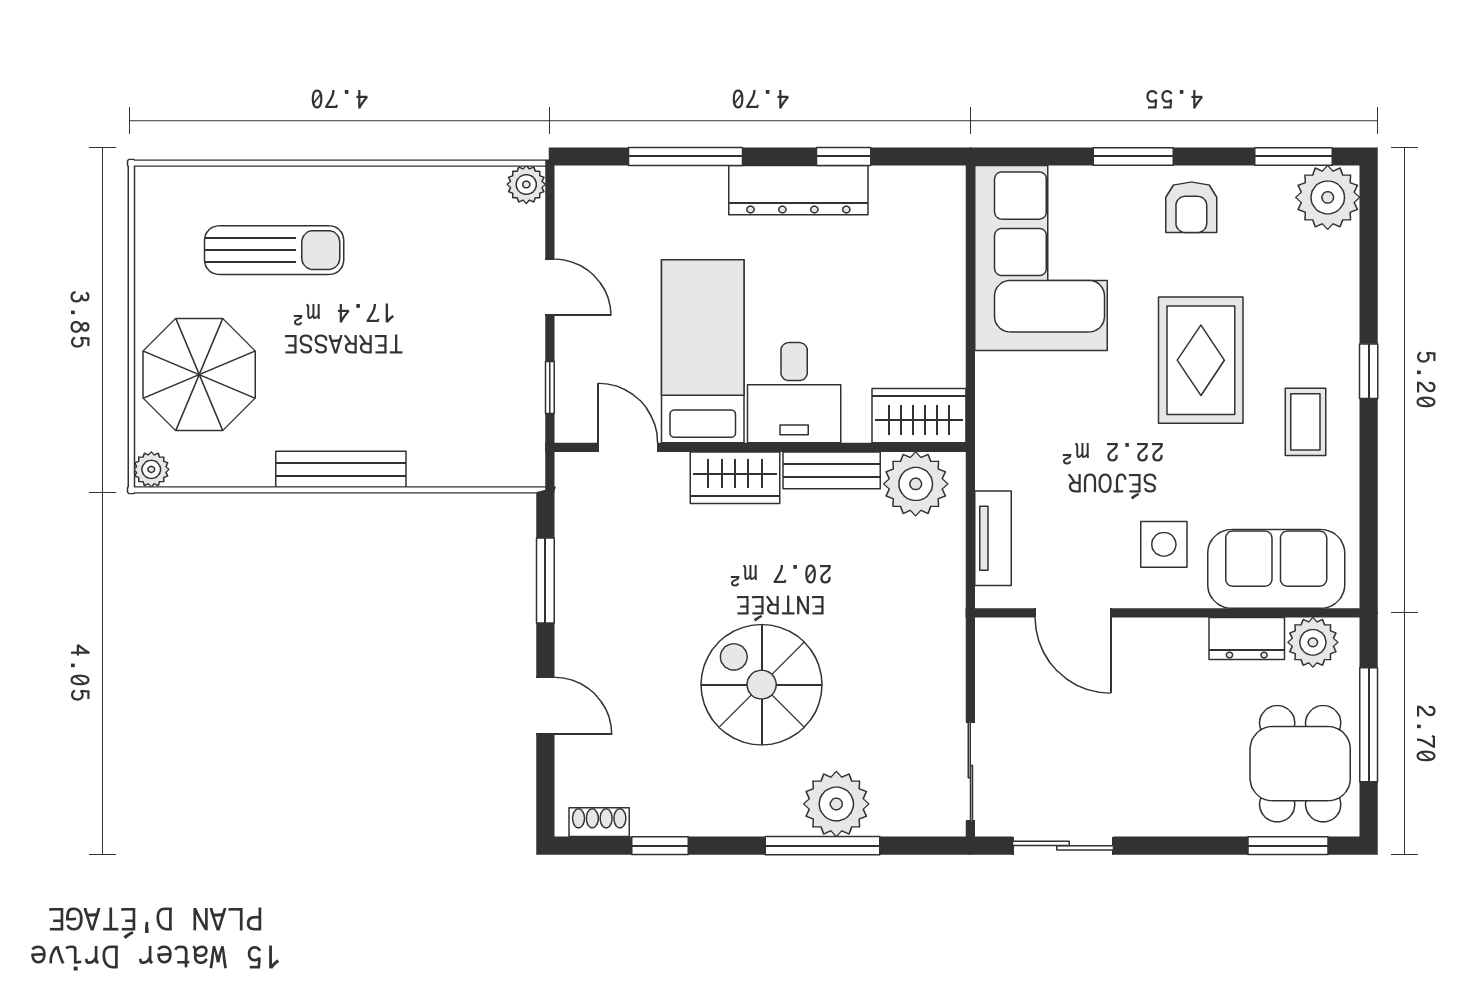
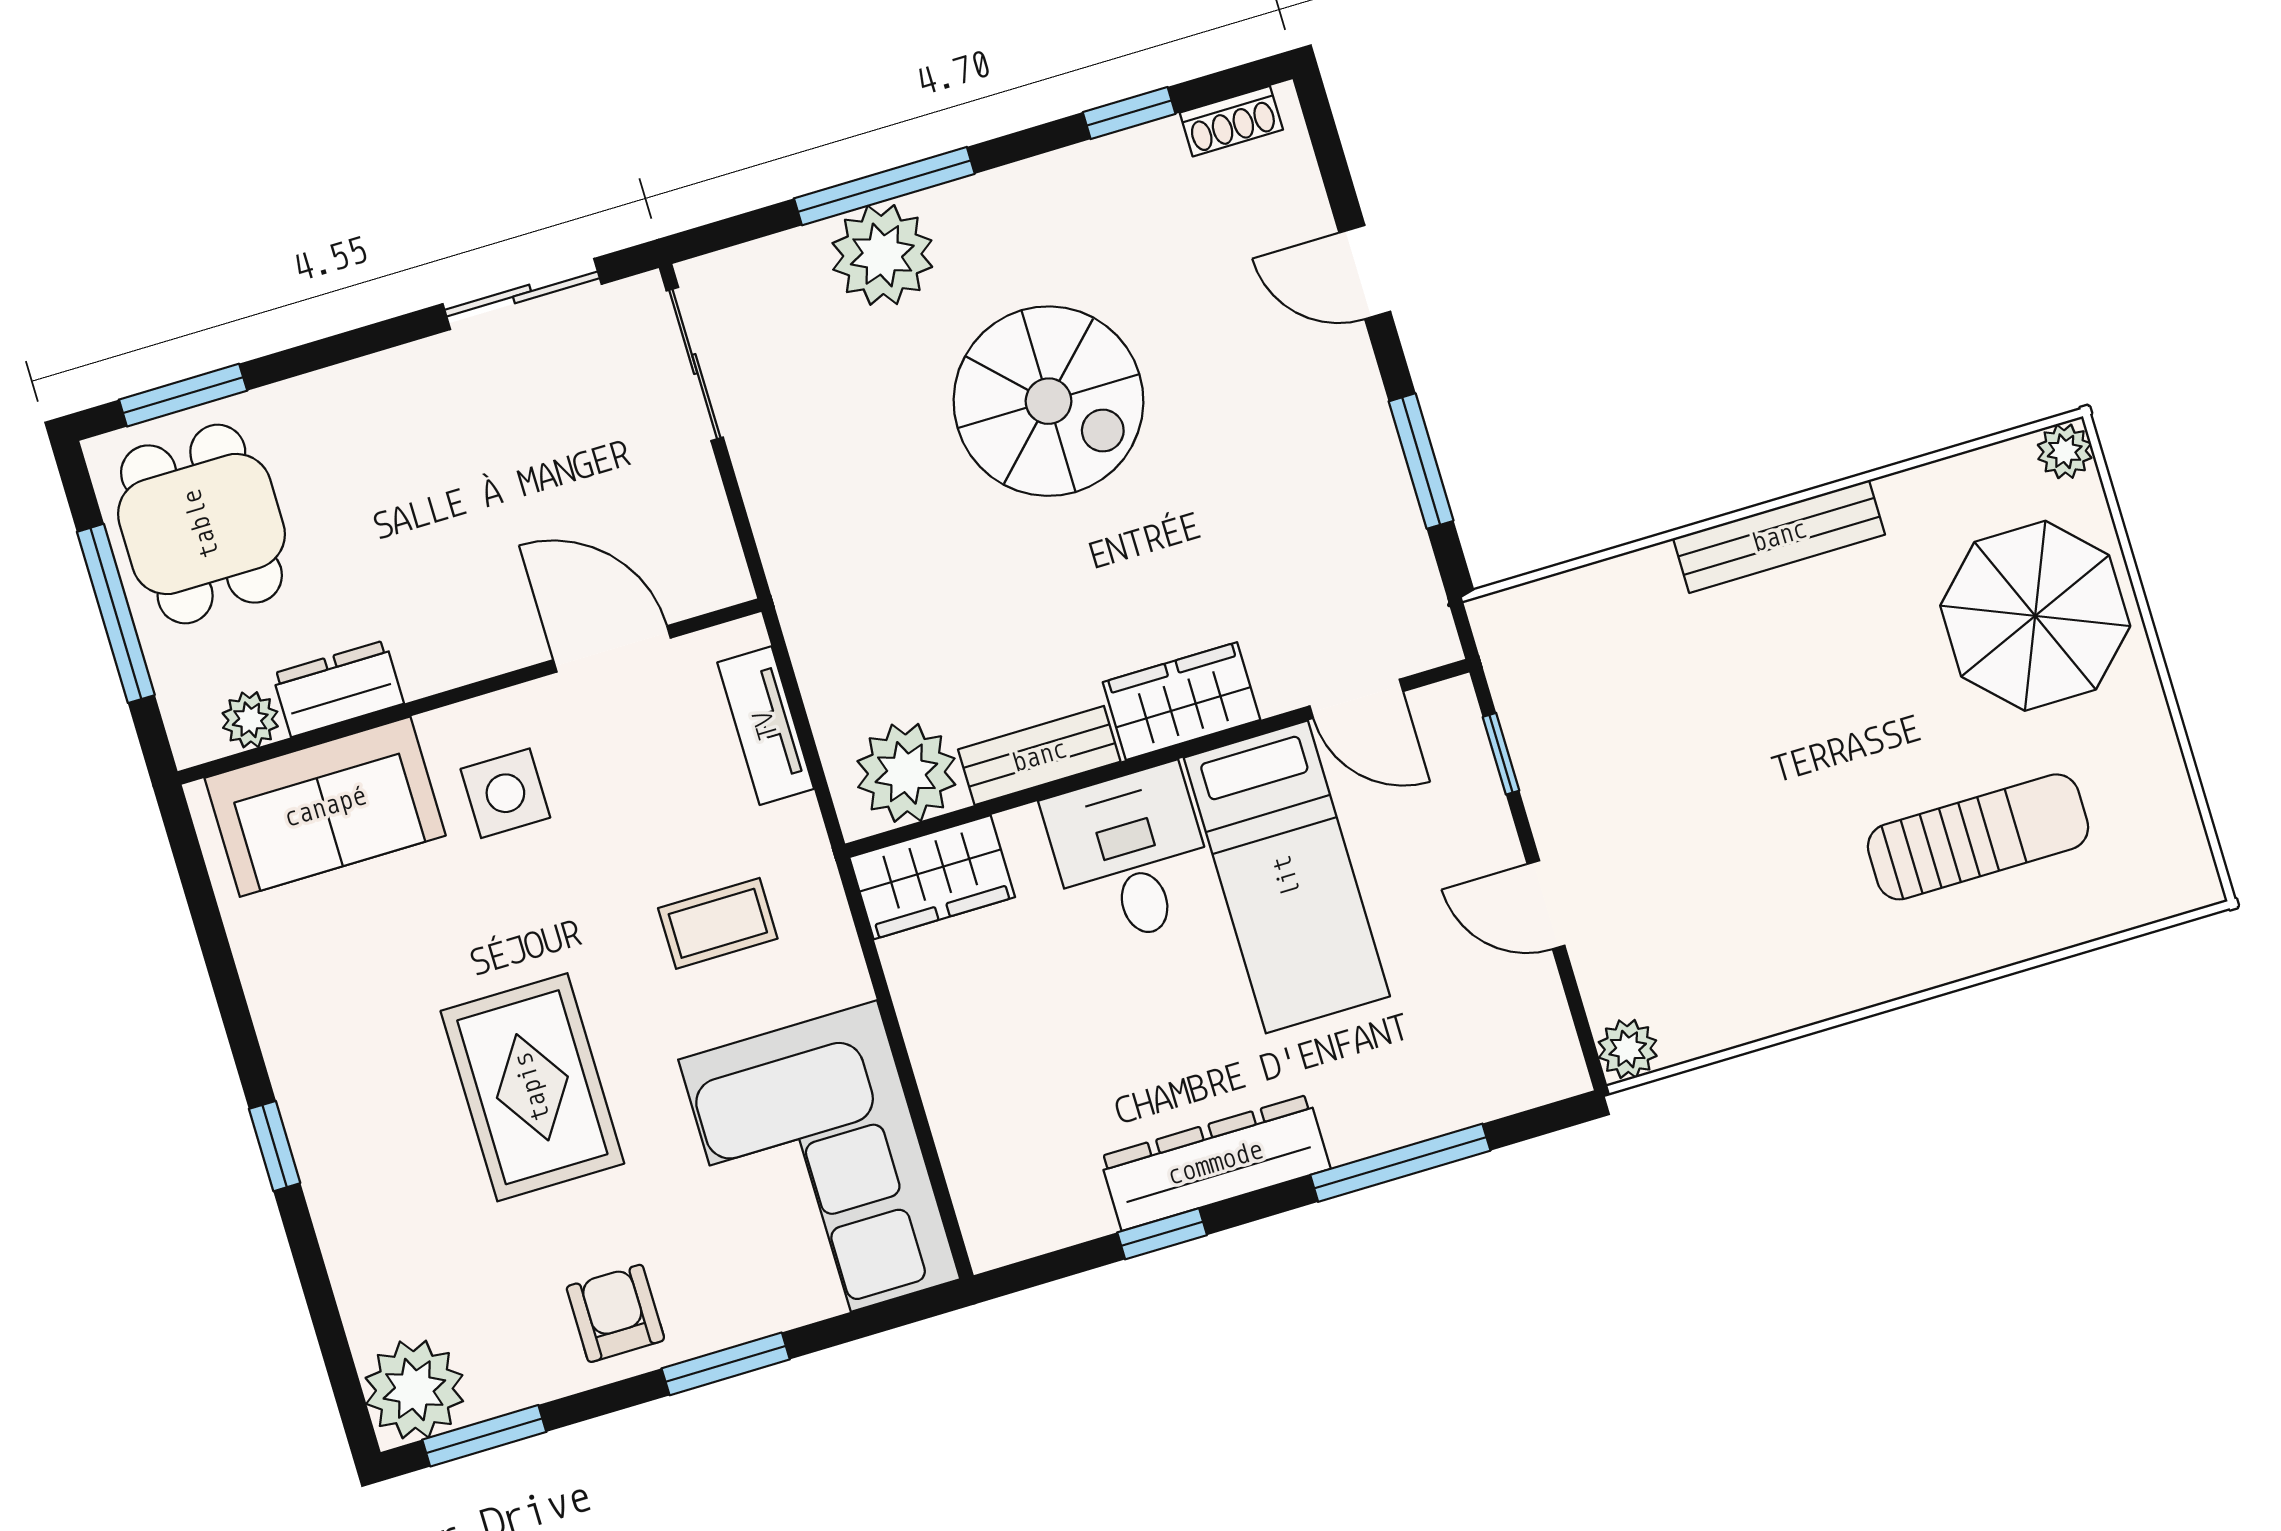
sun lounger: (274, 250) -> (1978, 837), turned 180
coffee table: (1305, 422) -> (718, 923), moved, turned 90
plant: (1313, 642) -> (250, 720), width x0.73, depth x0.73

